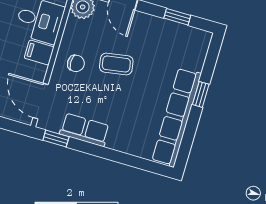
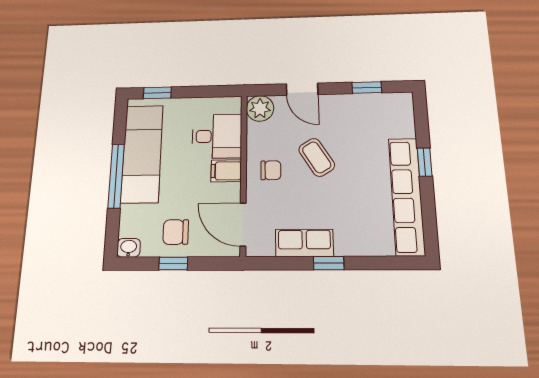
coffee table: (116, 64) -> (317, 157), turned 67
window: (56, 139) -> (329, 263), moved

